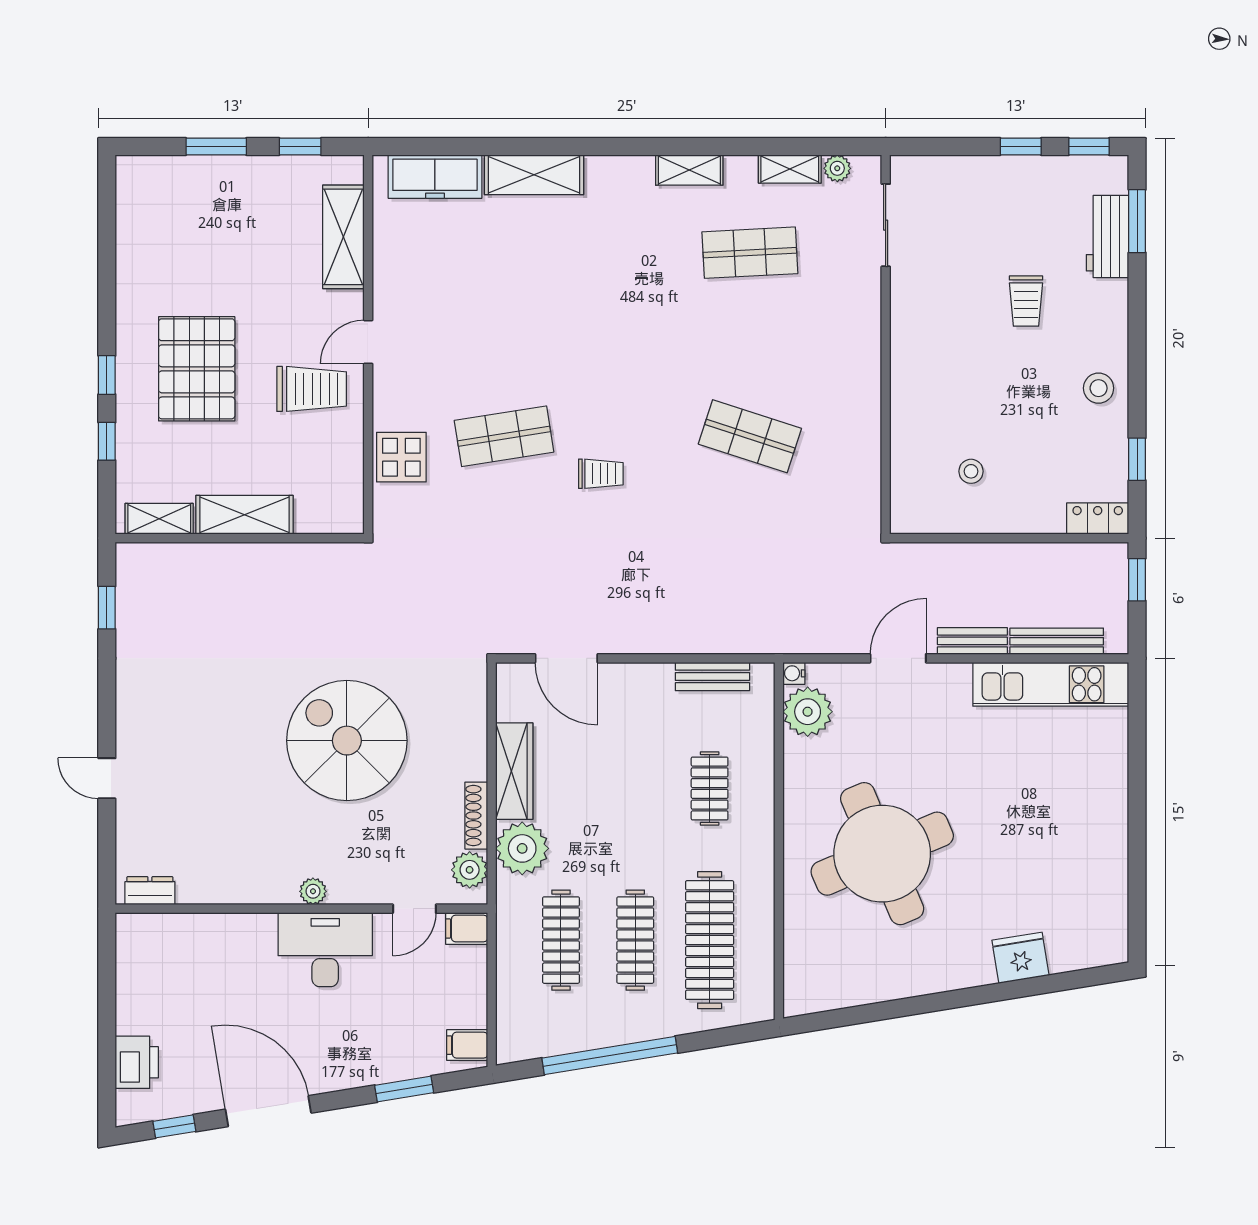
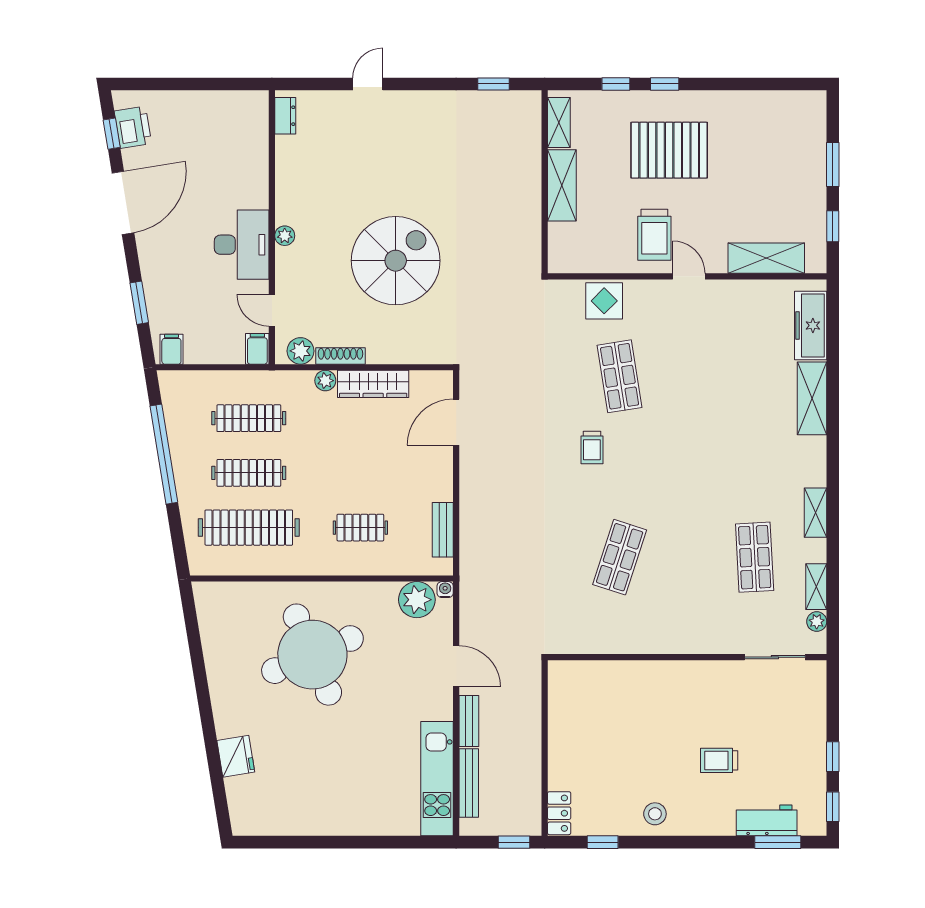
stool: (971, 471) -> (594, 720), removed
plant: (522, 848) -> (325, 381), width x0.53, depth x0.53
printer: (137, 1062) -> (133, 127), moved, turned -99

